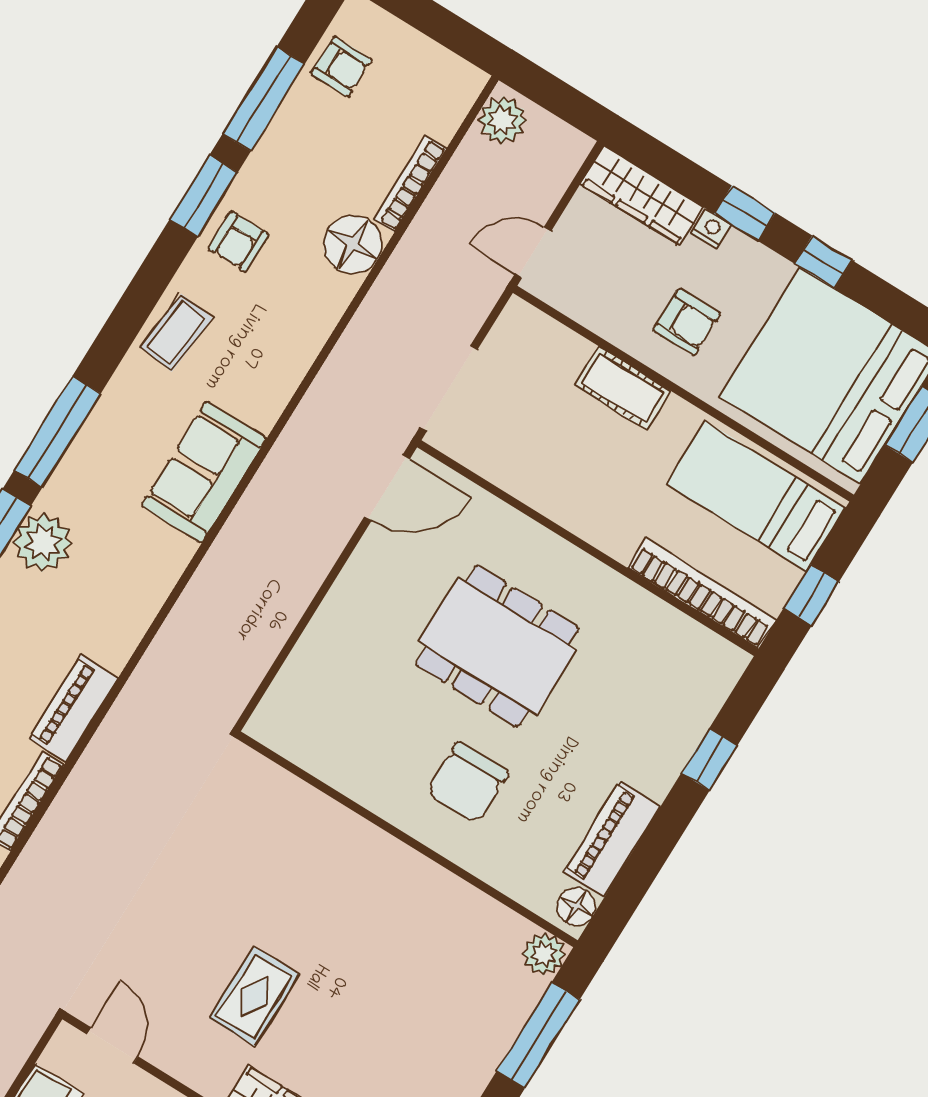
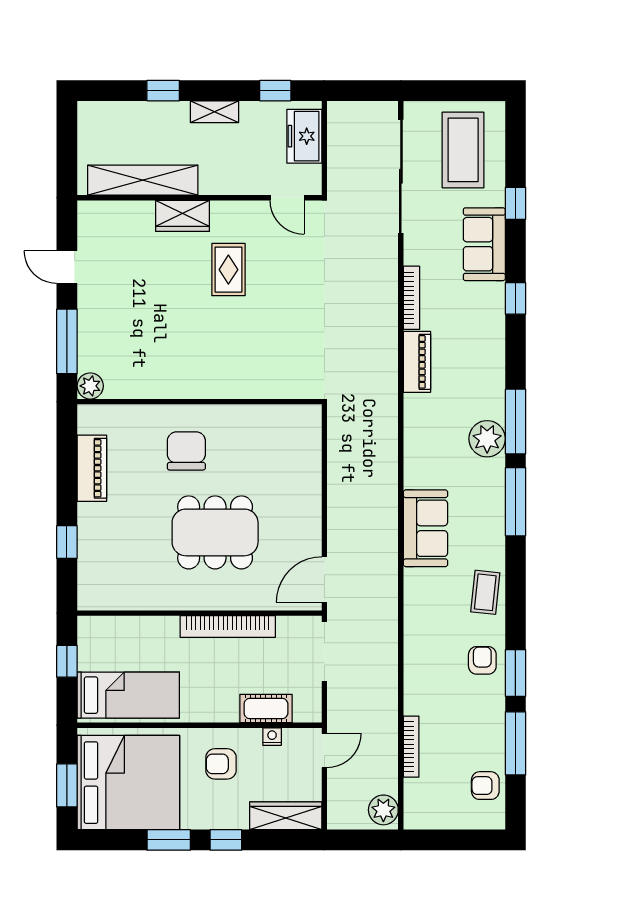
nightstand: (712, 229) -> (272, 737), moved, turned 180
floor lamp: (353, 245) -> (421, 696), removed
window: (824, 262) -> (169, 840), width x1.50
cot: (623, 388) -> (266, 708), moved
bookcase: (702, 593) -> (228, 627), moved
floor lamp: (576, 907) -> (89, 421), removed

